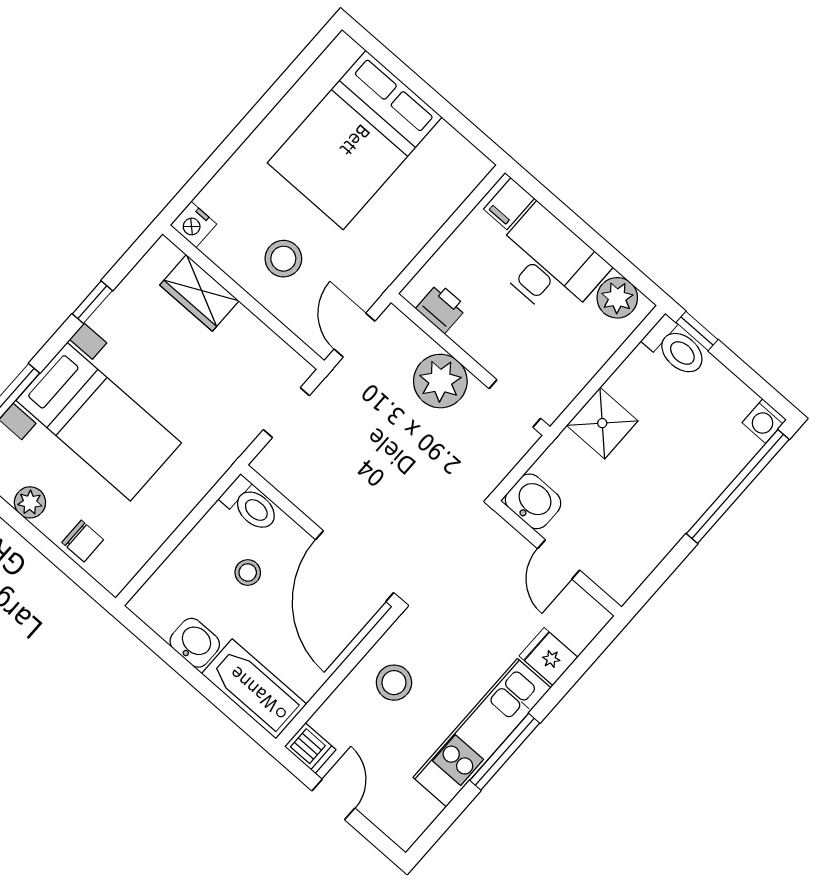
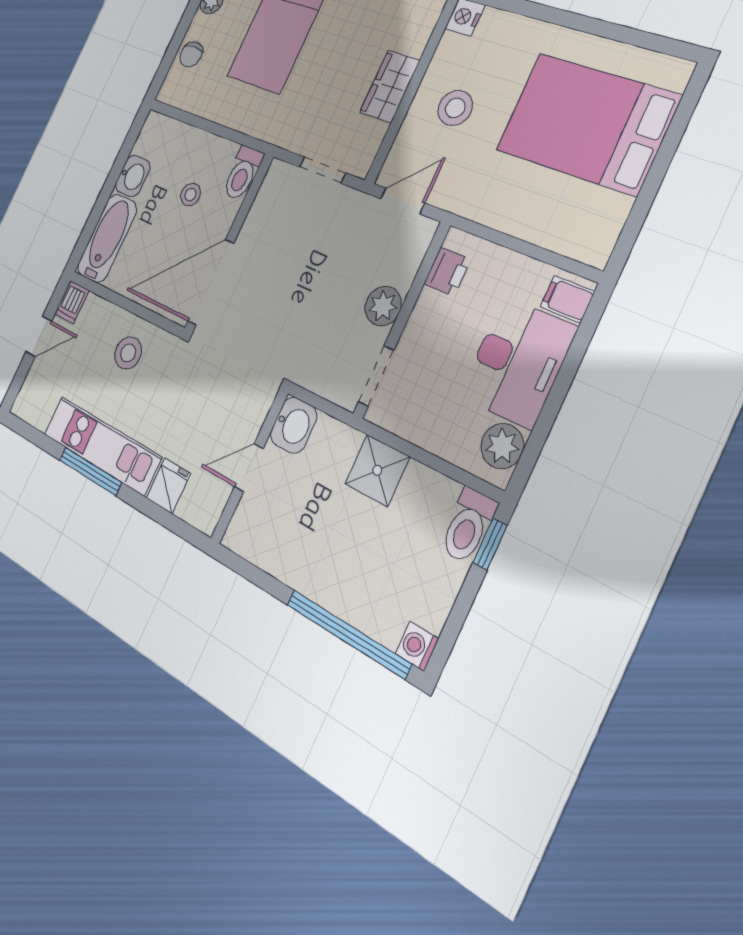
wardrobe: (199, 293) -> (390, 86), moved
plant: (440, 381) -> (383, 306), width x0.73, depth x0.73

